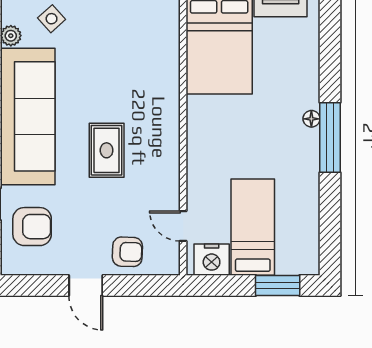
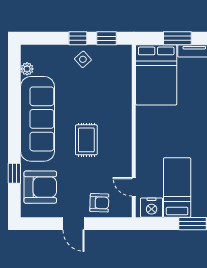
side table: (52, 19) -> (83, 59), moved
armchair: (32, 227) -> (40, 187), width x1.36, depth x1.36

